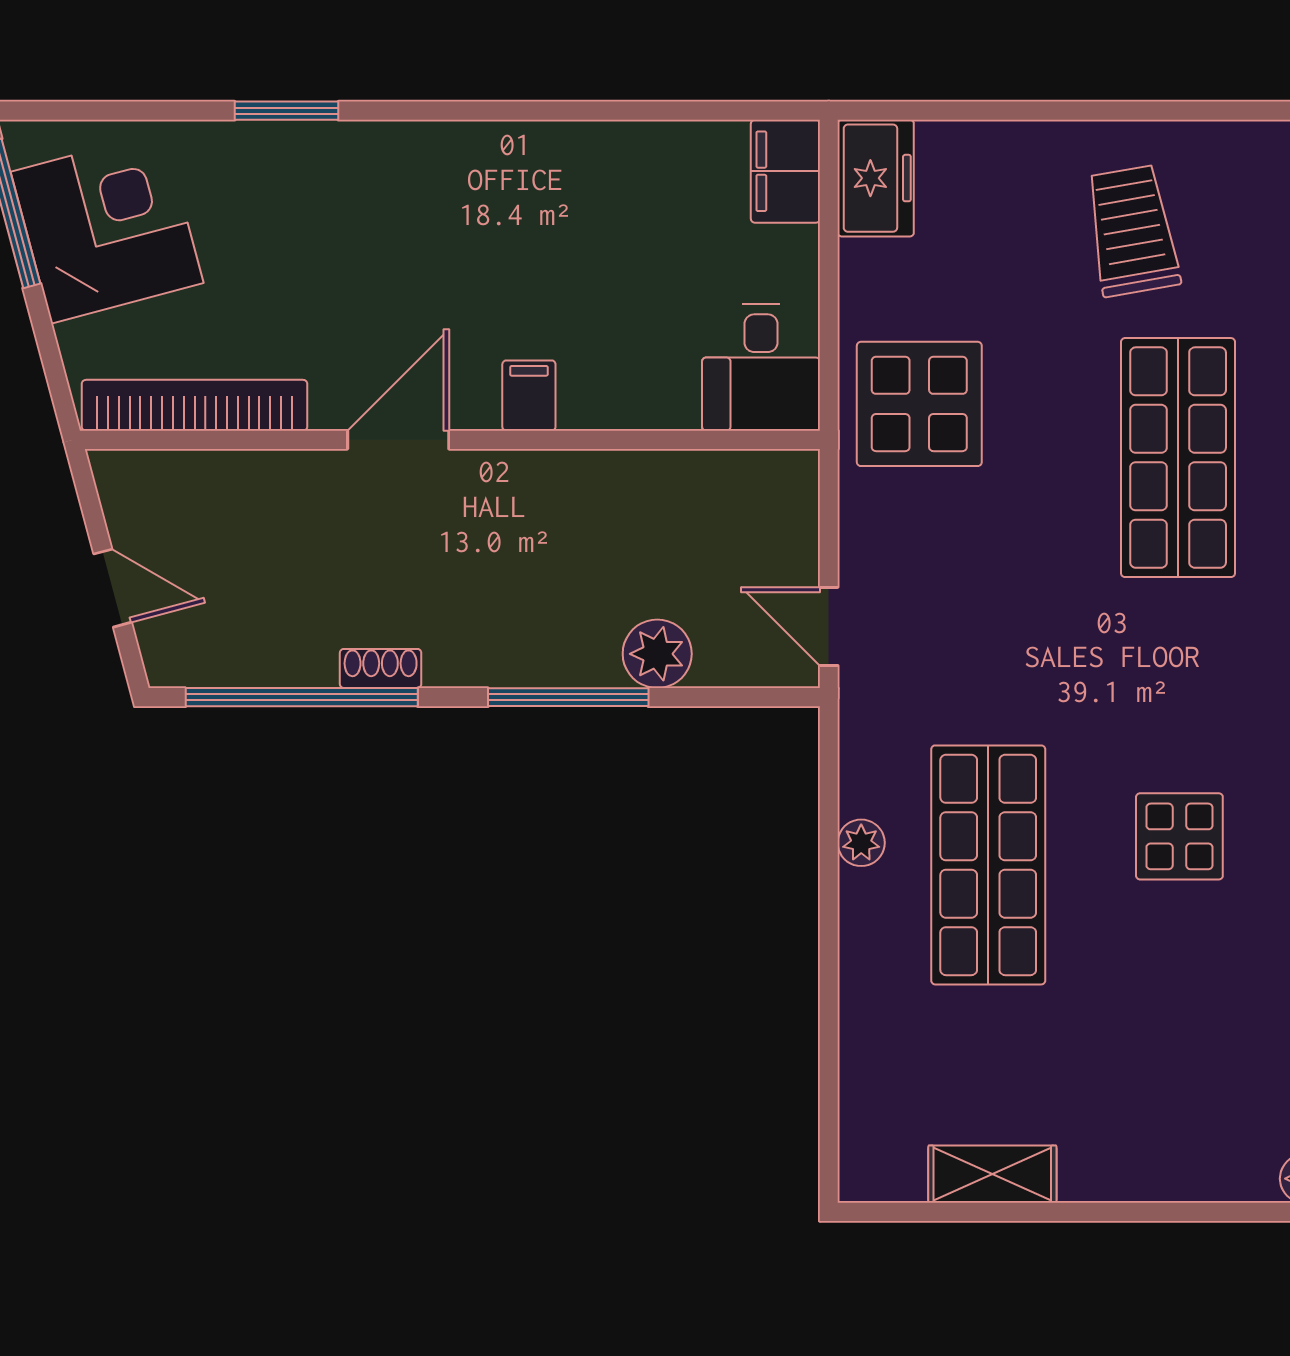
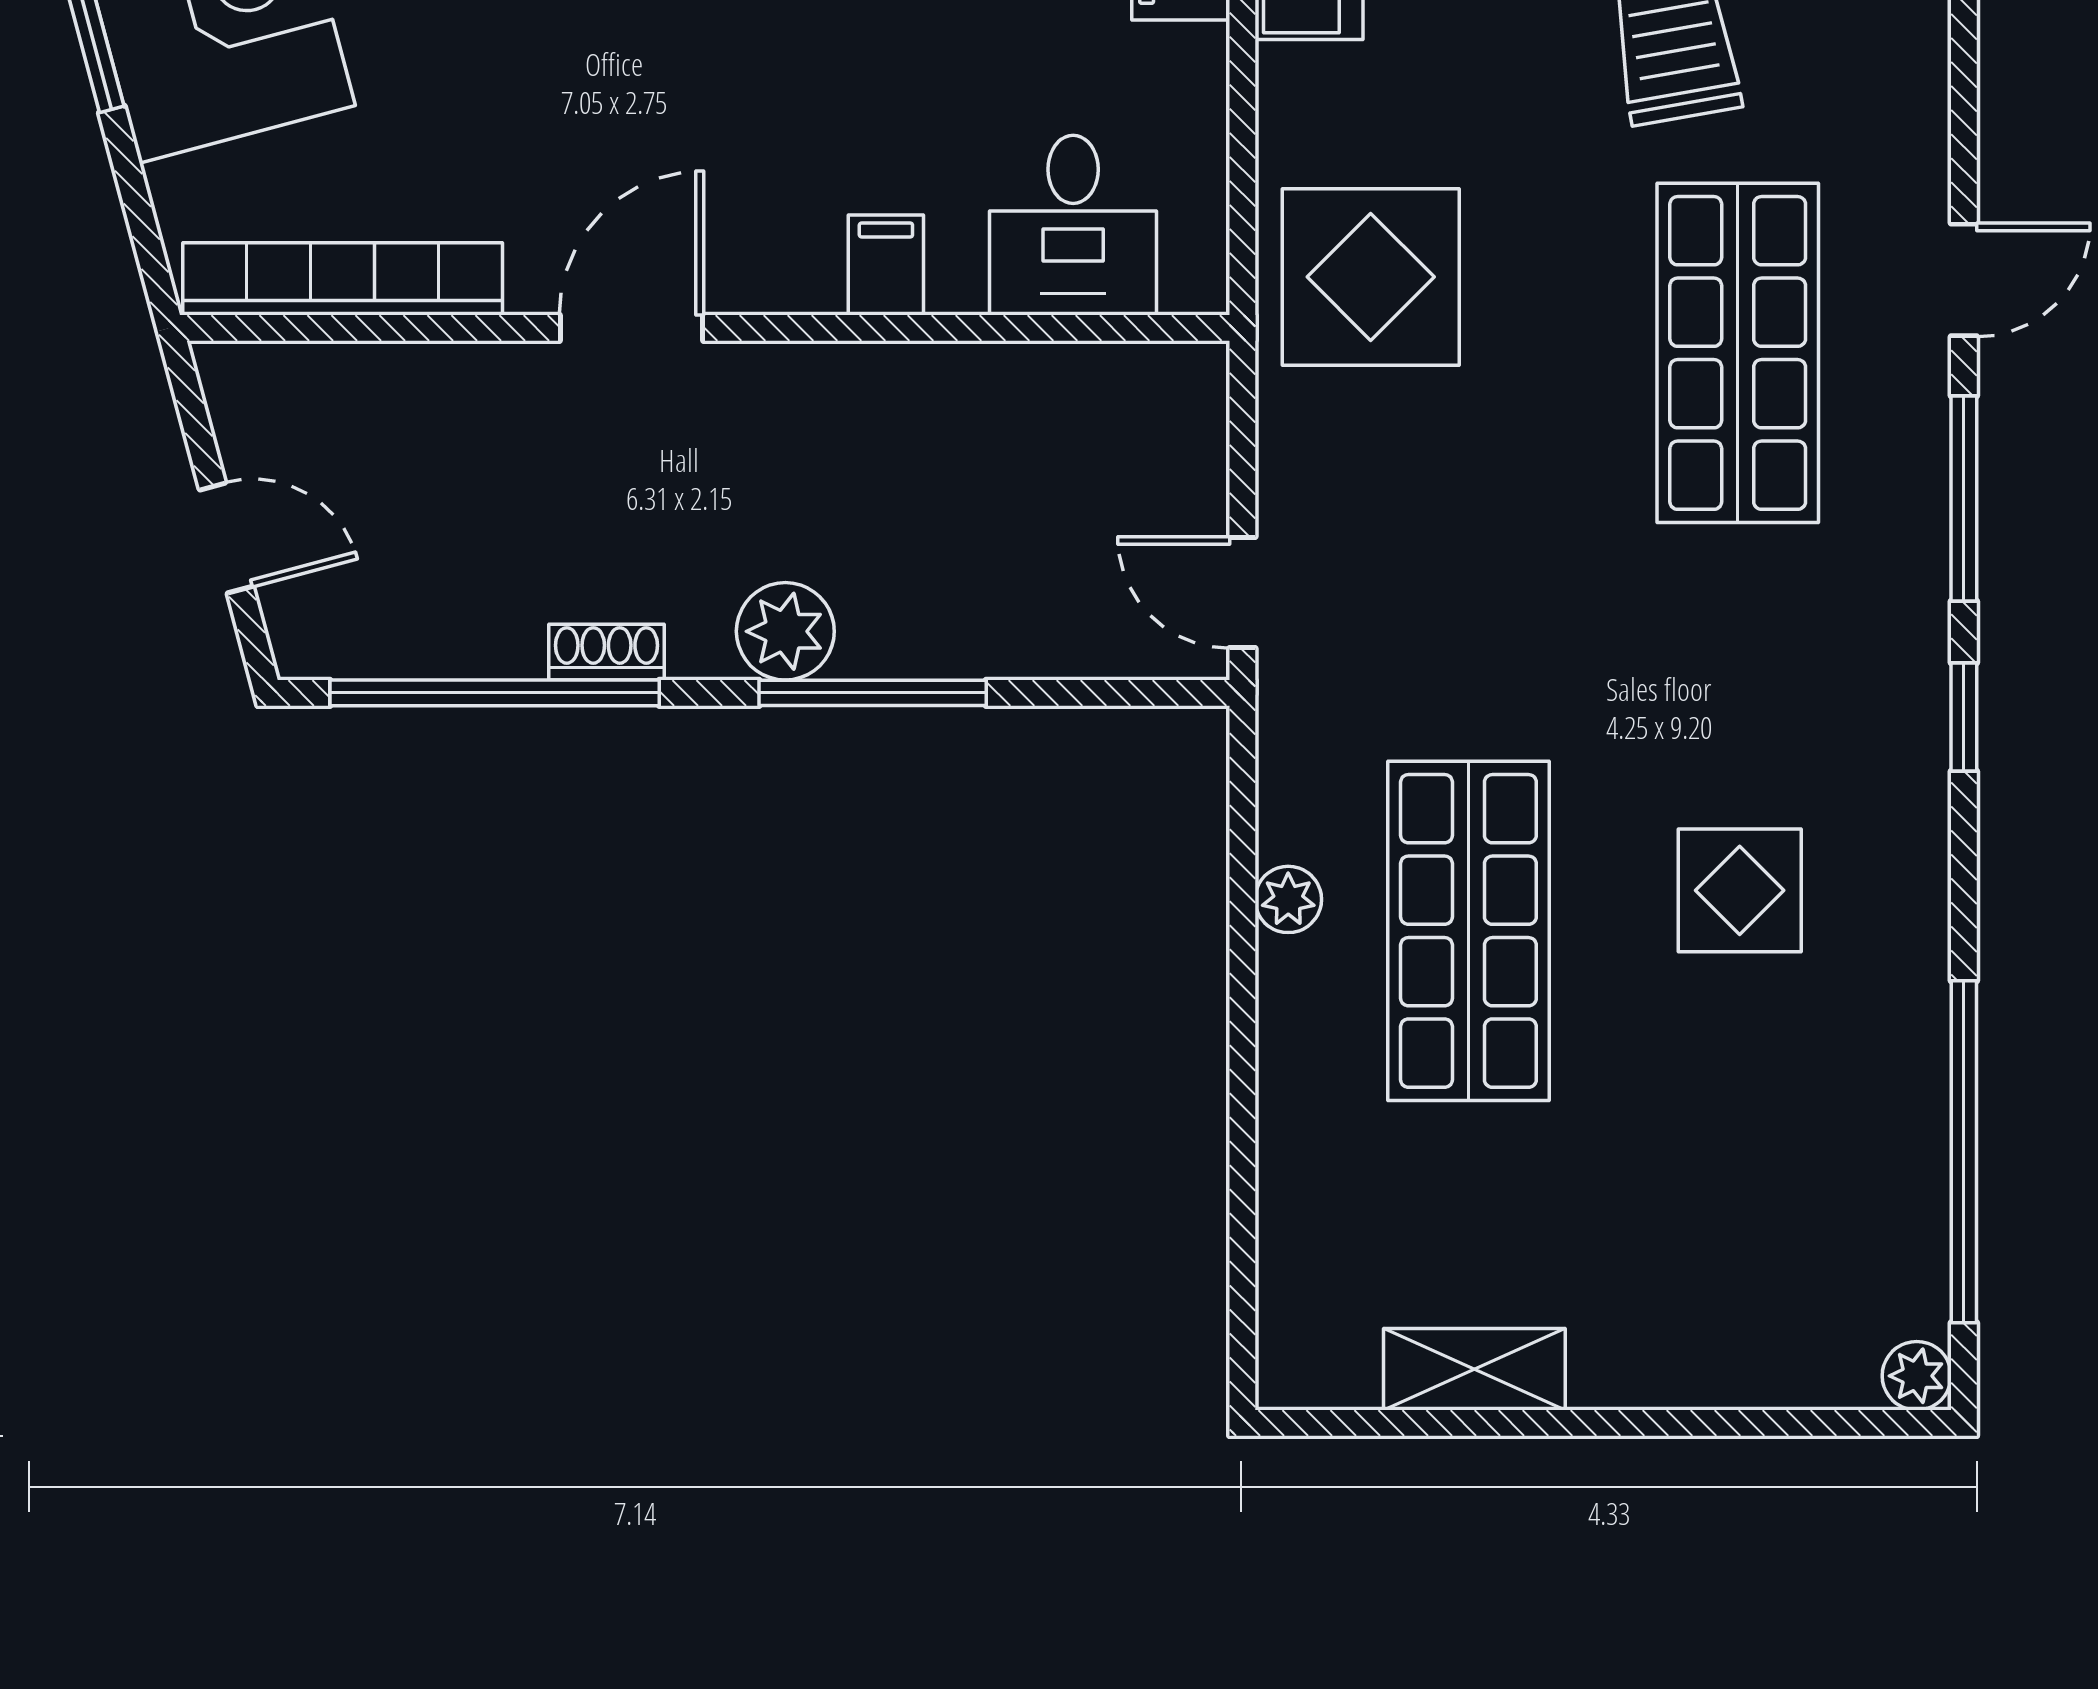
desk: (761, 367) -> (1073, 225), moved
filing cabinet: (529, 396) -> (886, 265), moved
plant: (657, 654) -> (785, 631), moved

